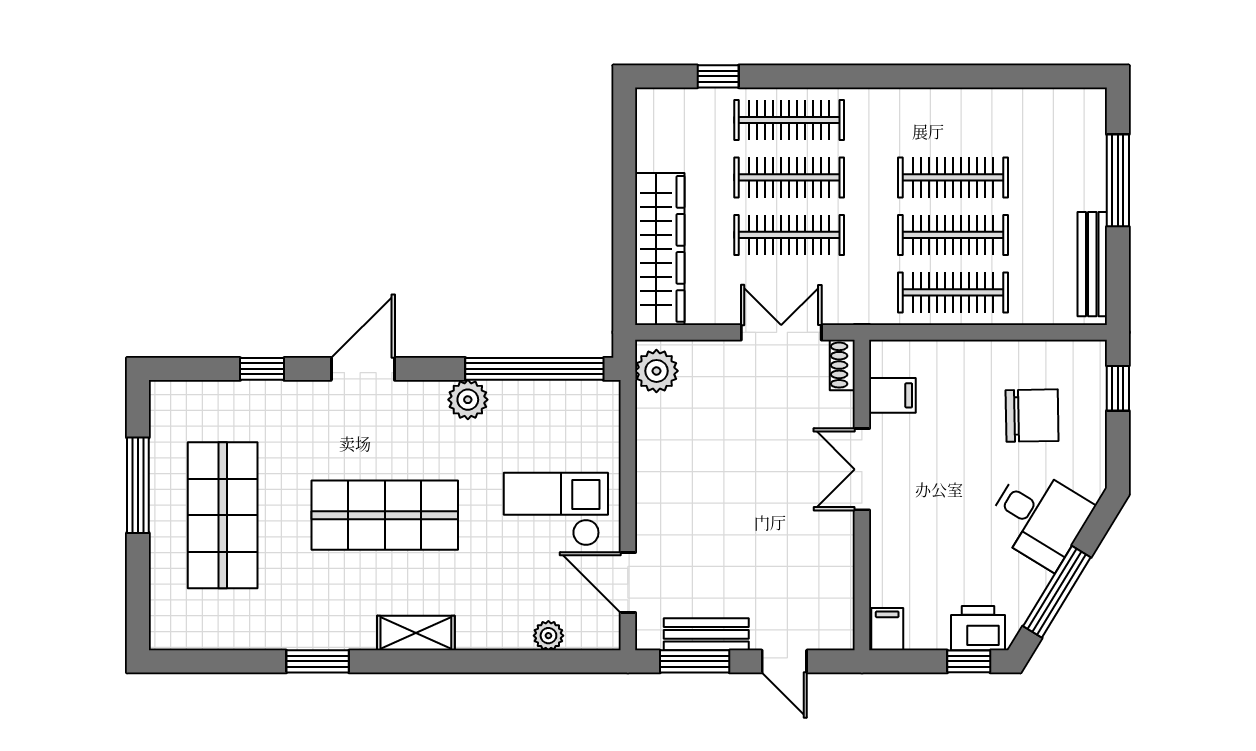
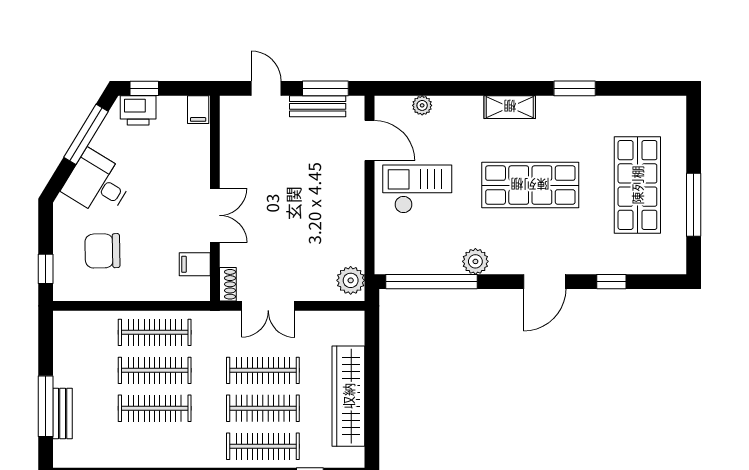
wardrobe: (660, 249) -> (348, 396), moved
bench: (1092, 264) -> (63, 414), moved, width x0.73
checkout: (556, 509) -> (417, 189), turned 180

